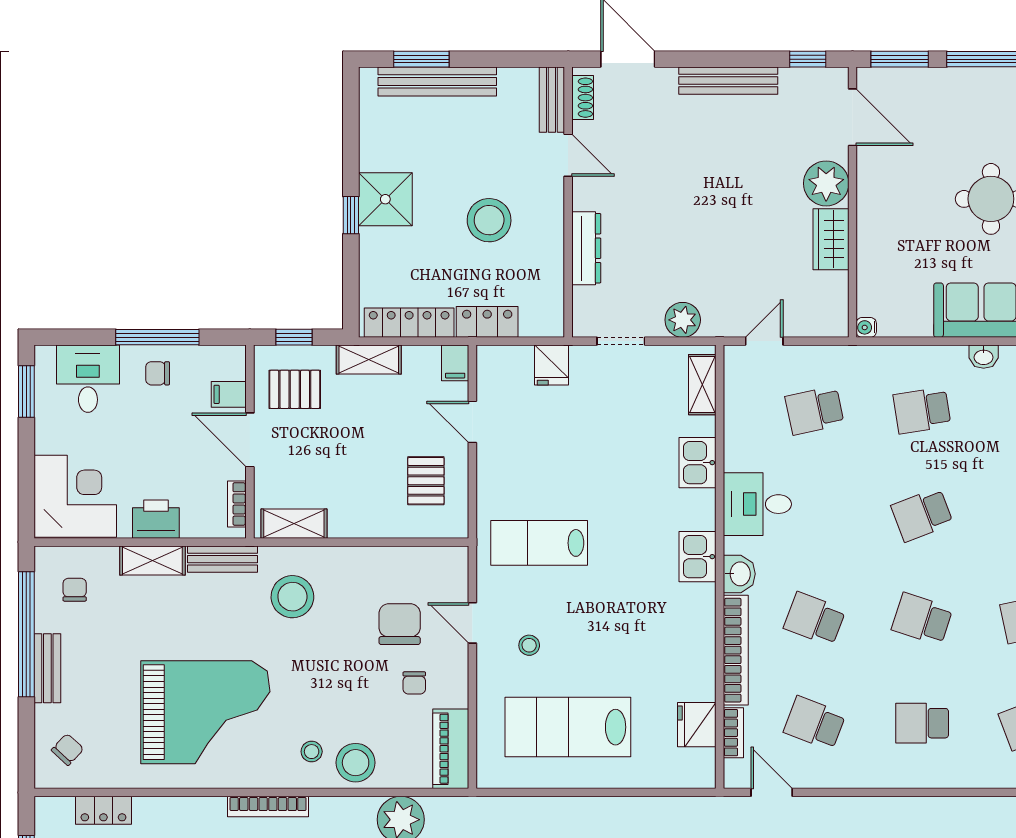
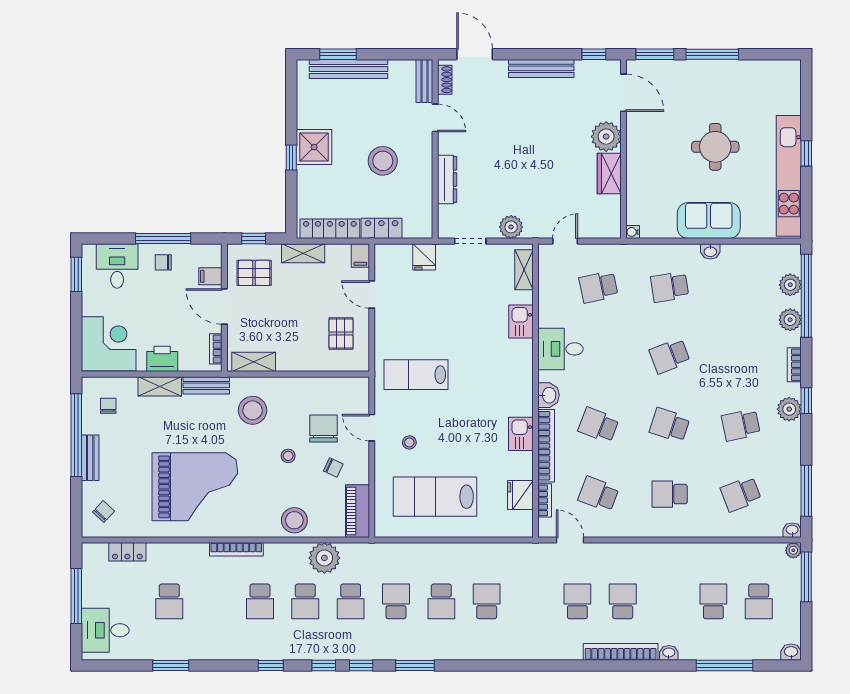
kitchen sink: (698, 557) -> (521, 434), moved
chair: (414, 683) -> (333, 467), turned -65
stool: (312, 752) -> (288, 456), moved

